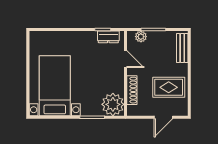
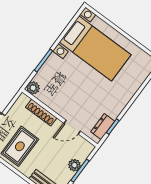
plant: (141, 37) -> (74, 165), moved
plant: (113, 104) -> (33, 88), width x0.53, depth x0.53

